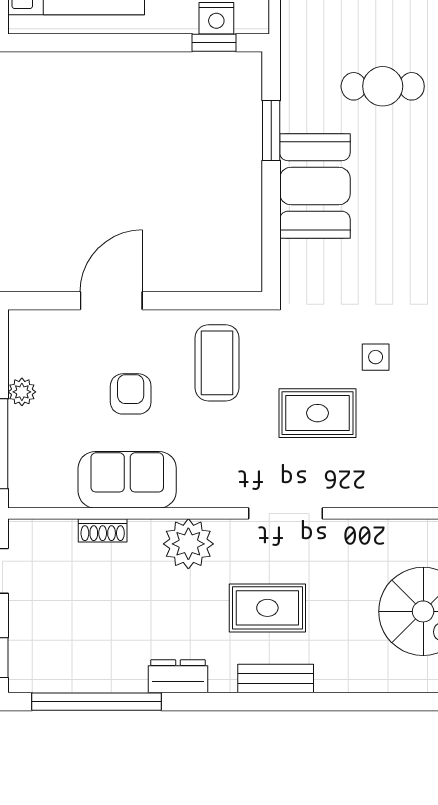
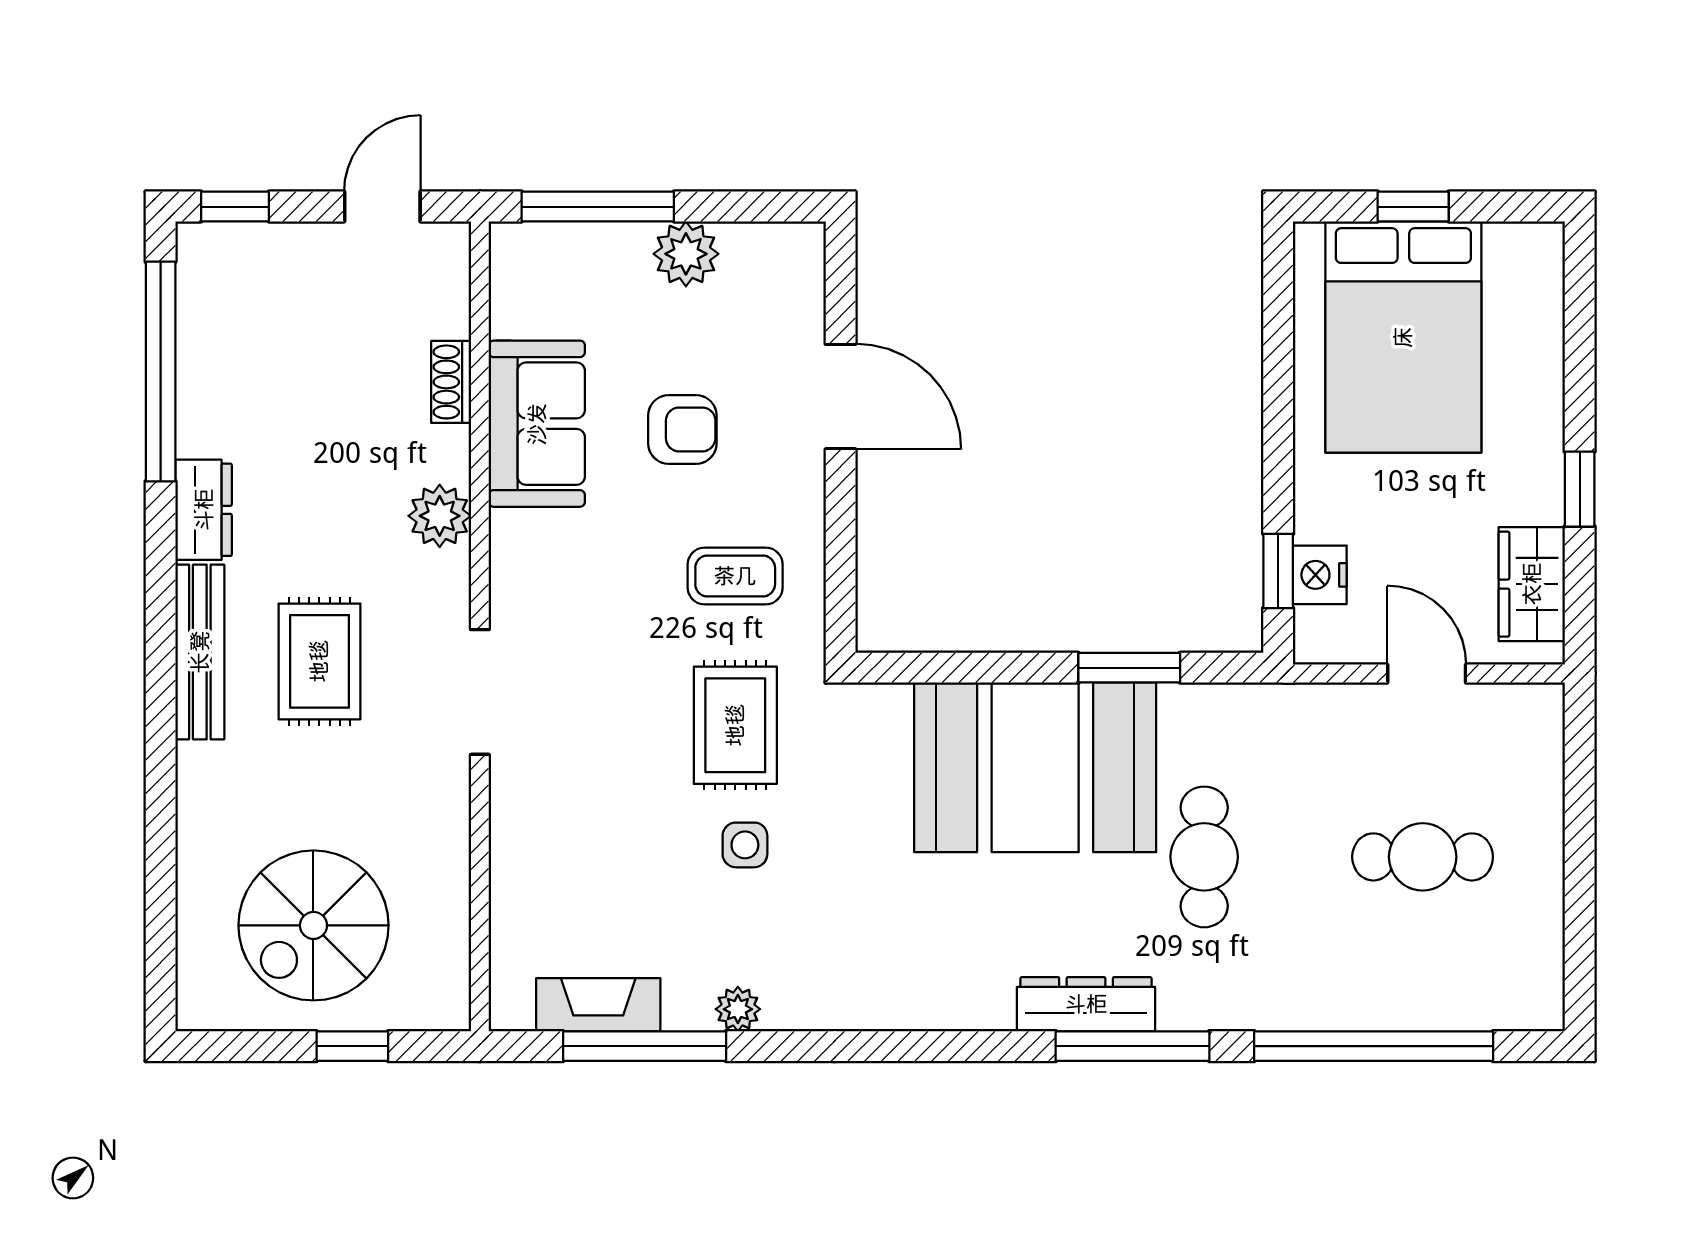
booth: (315, 186) -> (1035, 767), width x1.36, depth x1.42
coffee table: (217, 363) -> (735, 576), width x0.73, depth x0.77
plant: (22, 392) -> (686, 254), width x1.38, depth x1.38
rug: (318, 413) -> (735, 725), moved
plant: (188, 544) -> (440, 516), width x0.73, depth x0.73
bench: (276, 678) -> (200, 652), width x1.36

